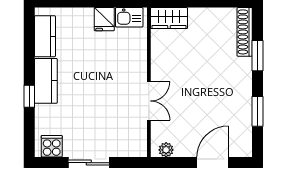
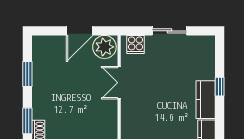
cooker: (52, 146) -> (135, 45), moved
plant: (166, 150) -> (104, 47), width x1.88, depth x1.88
door: (213, 163) -> (80, 31), moved

